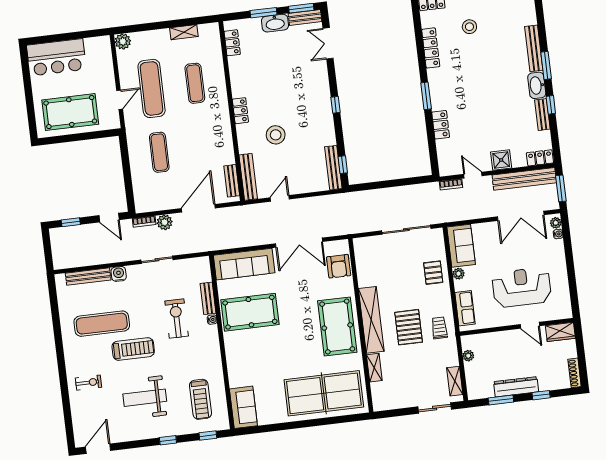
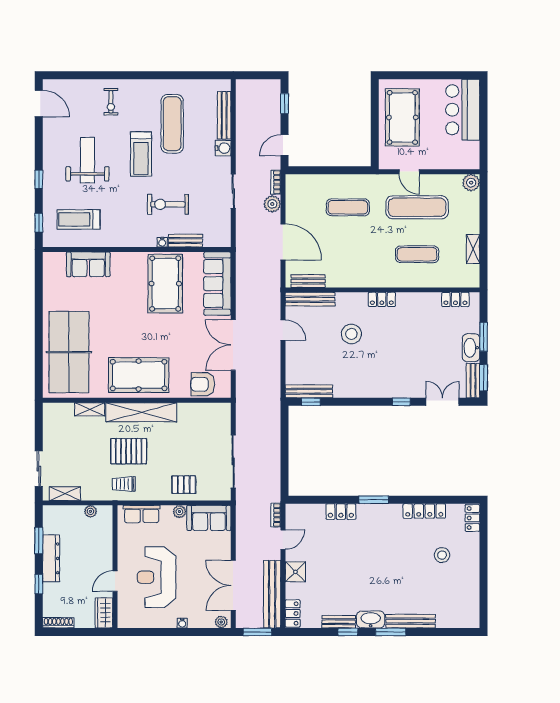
window: (335, 105) -> (401, 402), moved
water cooler: (558, 234) -> (182, 623), moved
reception desk: (522, 287) -> (157, 577), turned 180
exercise bike: (177, 319) -> (168, 204), turned 180
trolley: (439, 328) -> (124, 484), turned 180
sofa: (243, 407) -> (88, 264), moved

